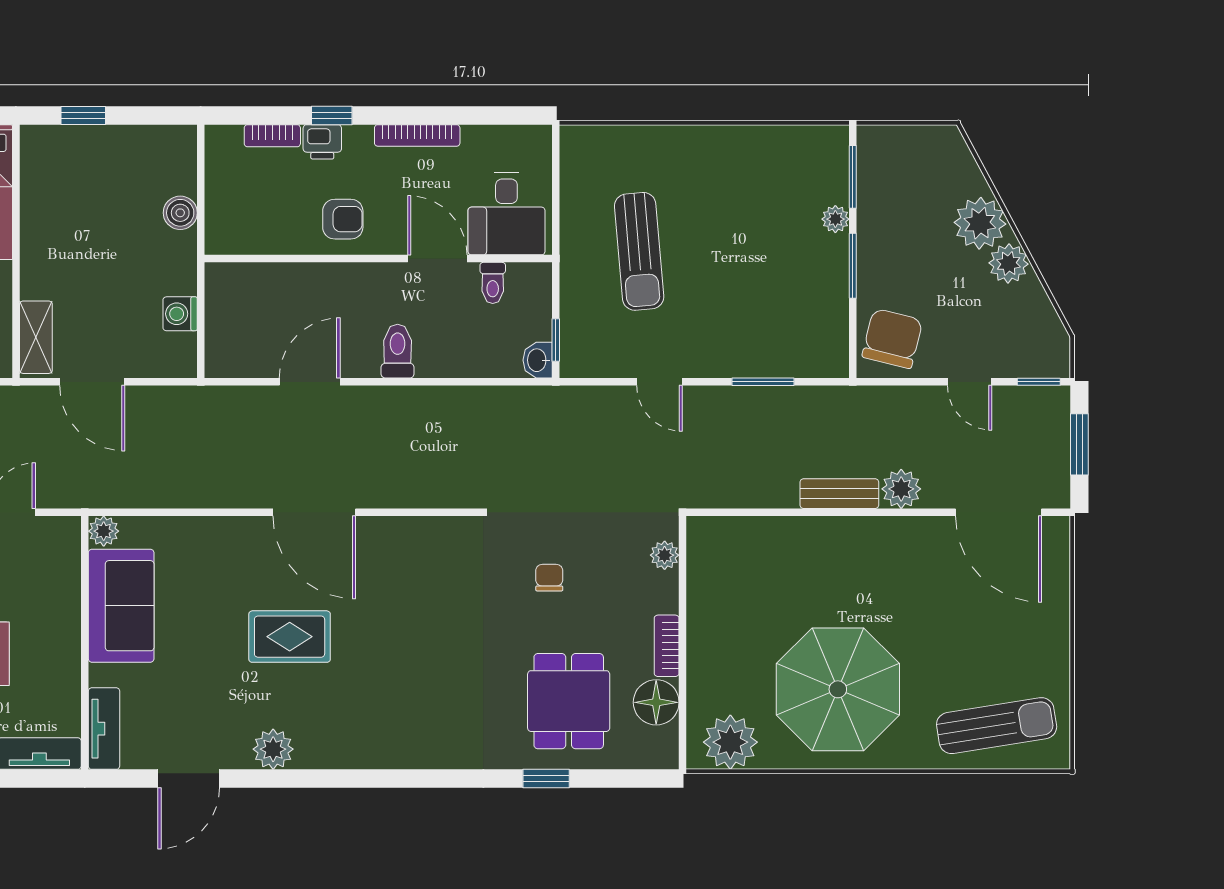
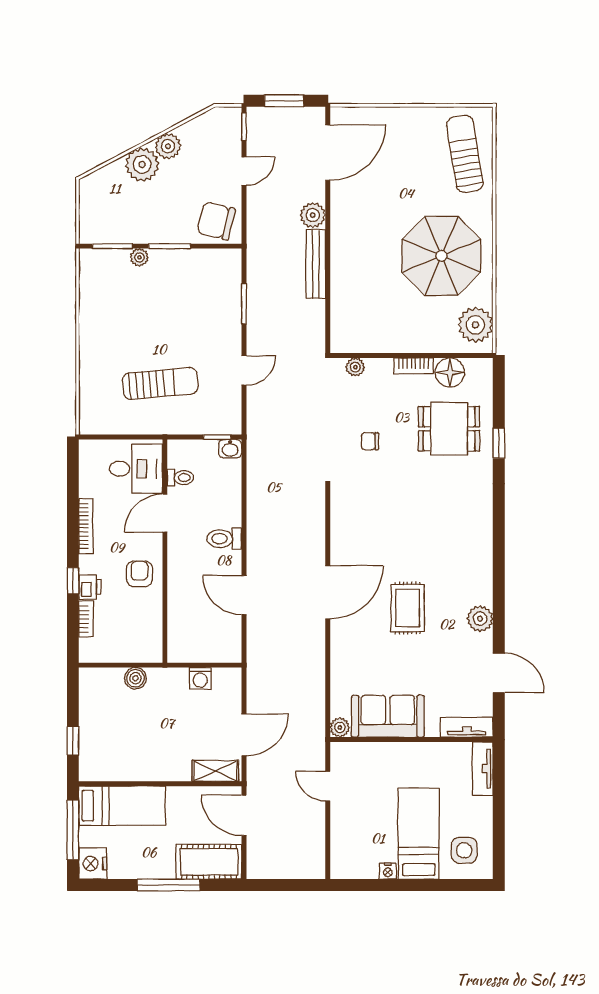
bench: (839, 494) -> (316, 264), width x1.36

